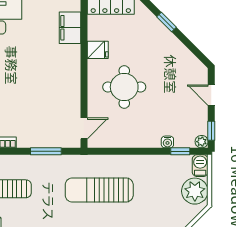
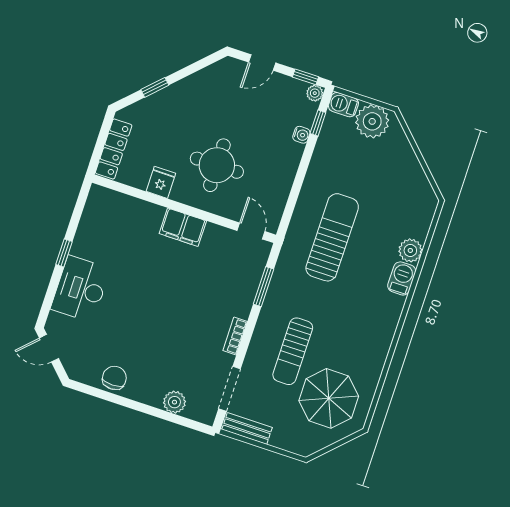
filing cabinet: (70, 28) -> (183, 227), moved
sun lounger: (99, 190) -> (332, 237), turned 180

